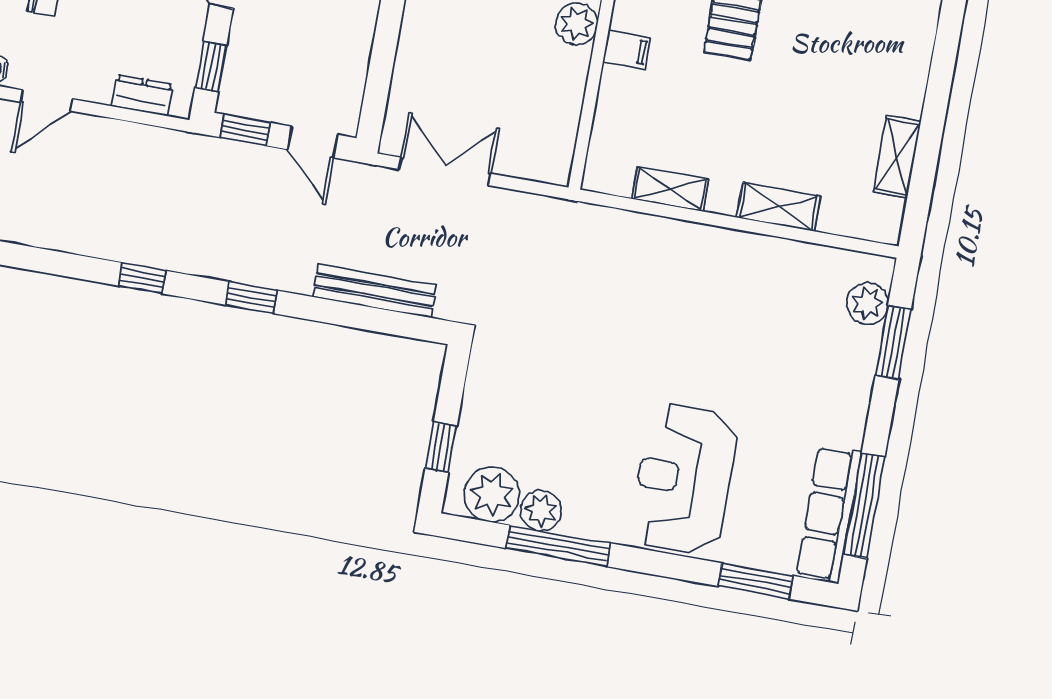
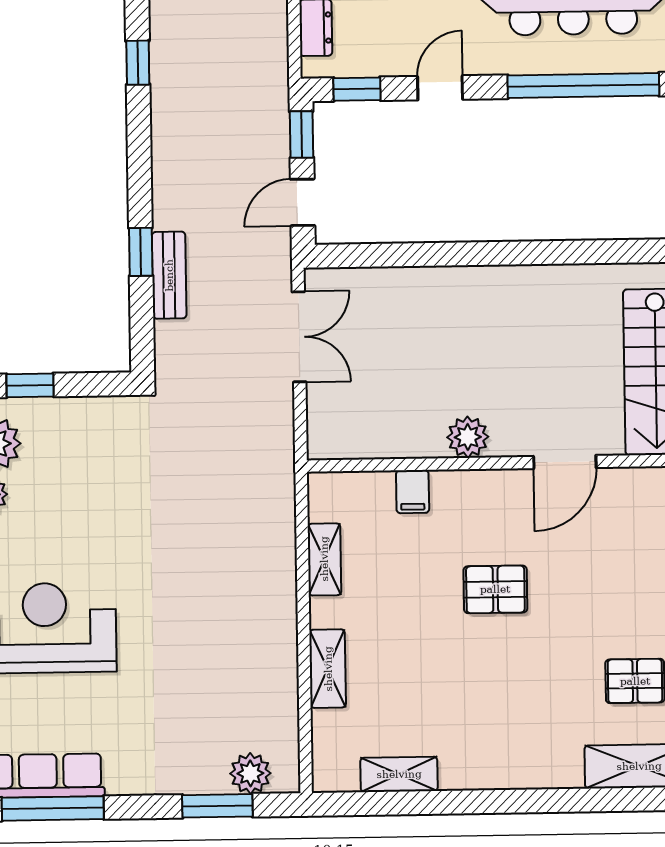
filing cabinet: (627, 50) -> (413, 492), moved
bench: (375, 291) -> (169, 275), width x0.73
window: (251, 298) -> (141, 252), moved

